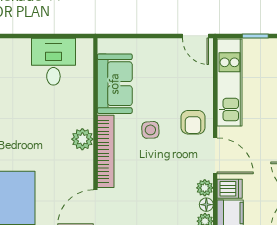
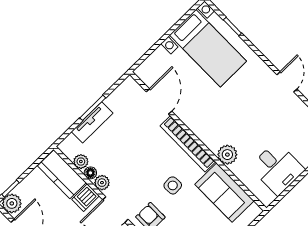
plant: (82, 139) -> (227, 155), moved

